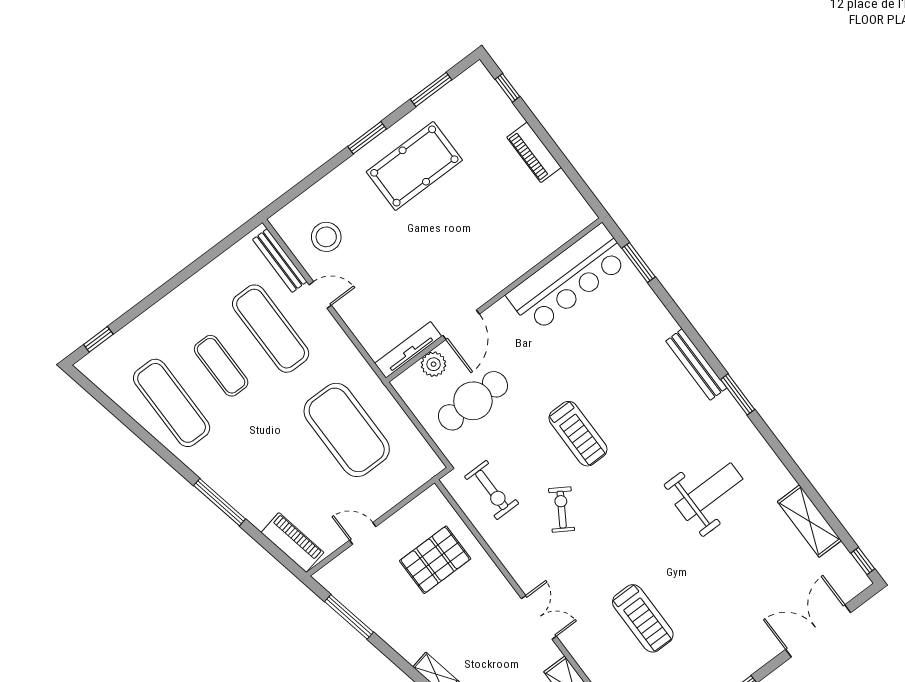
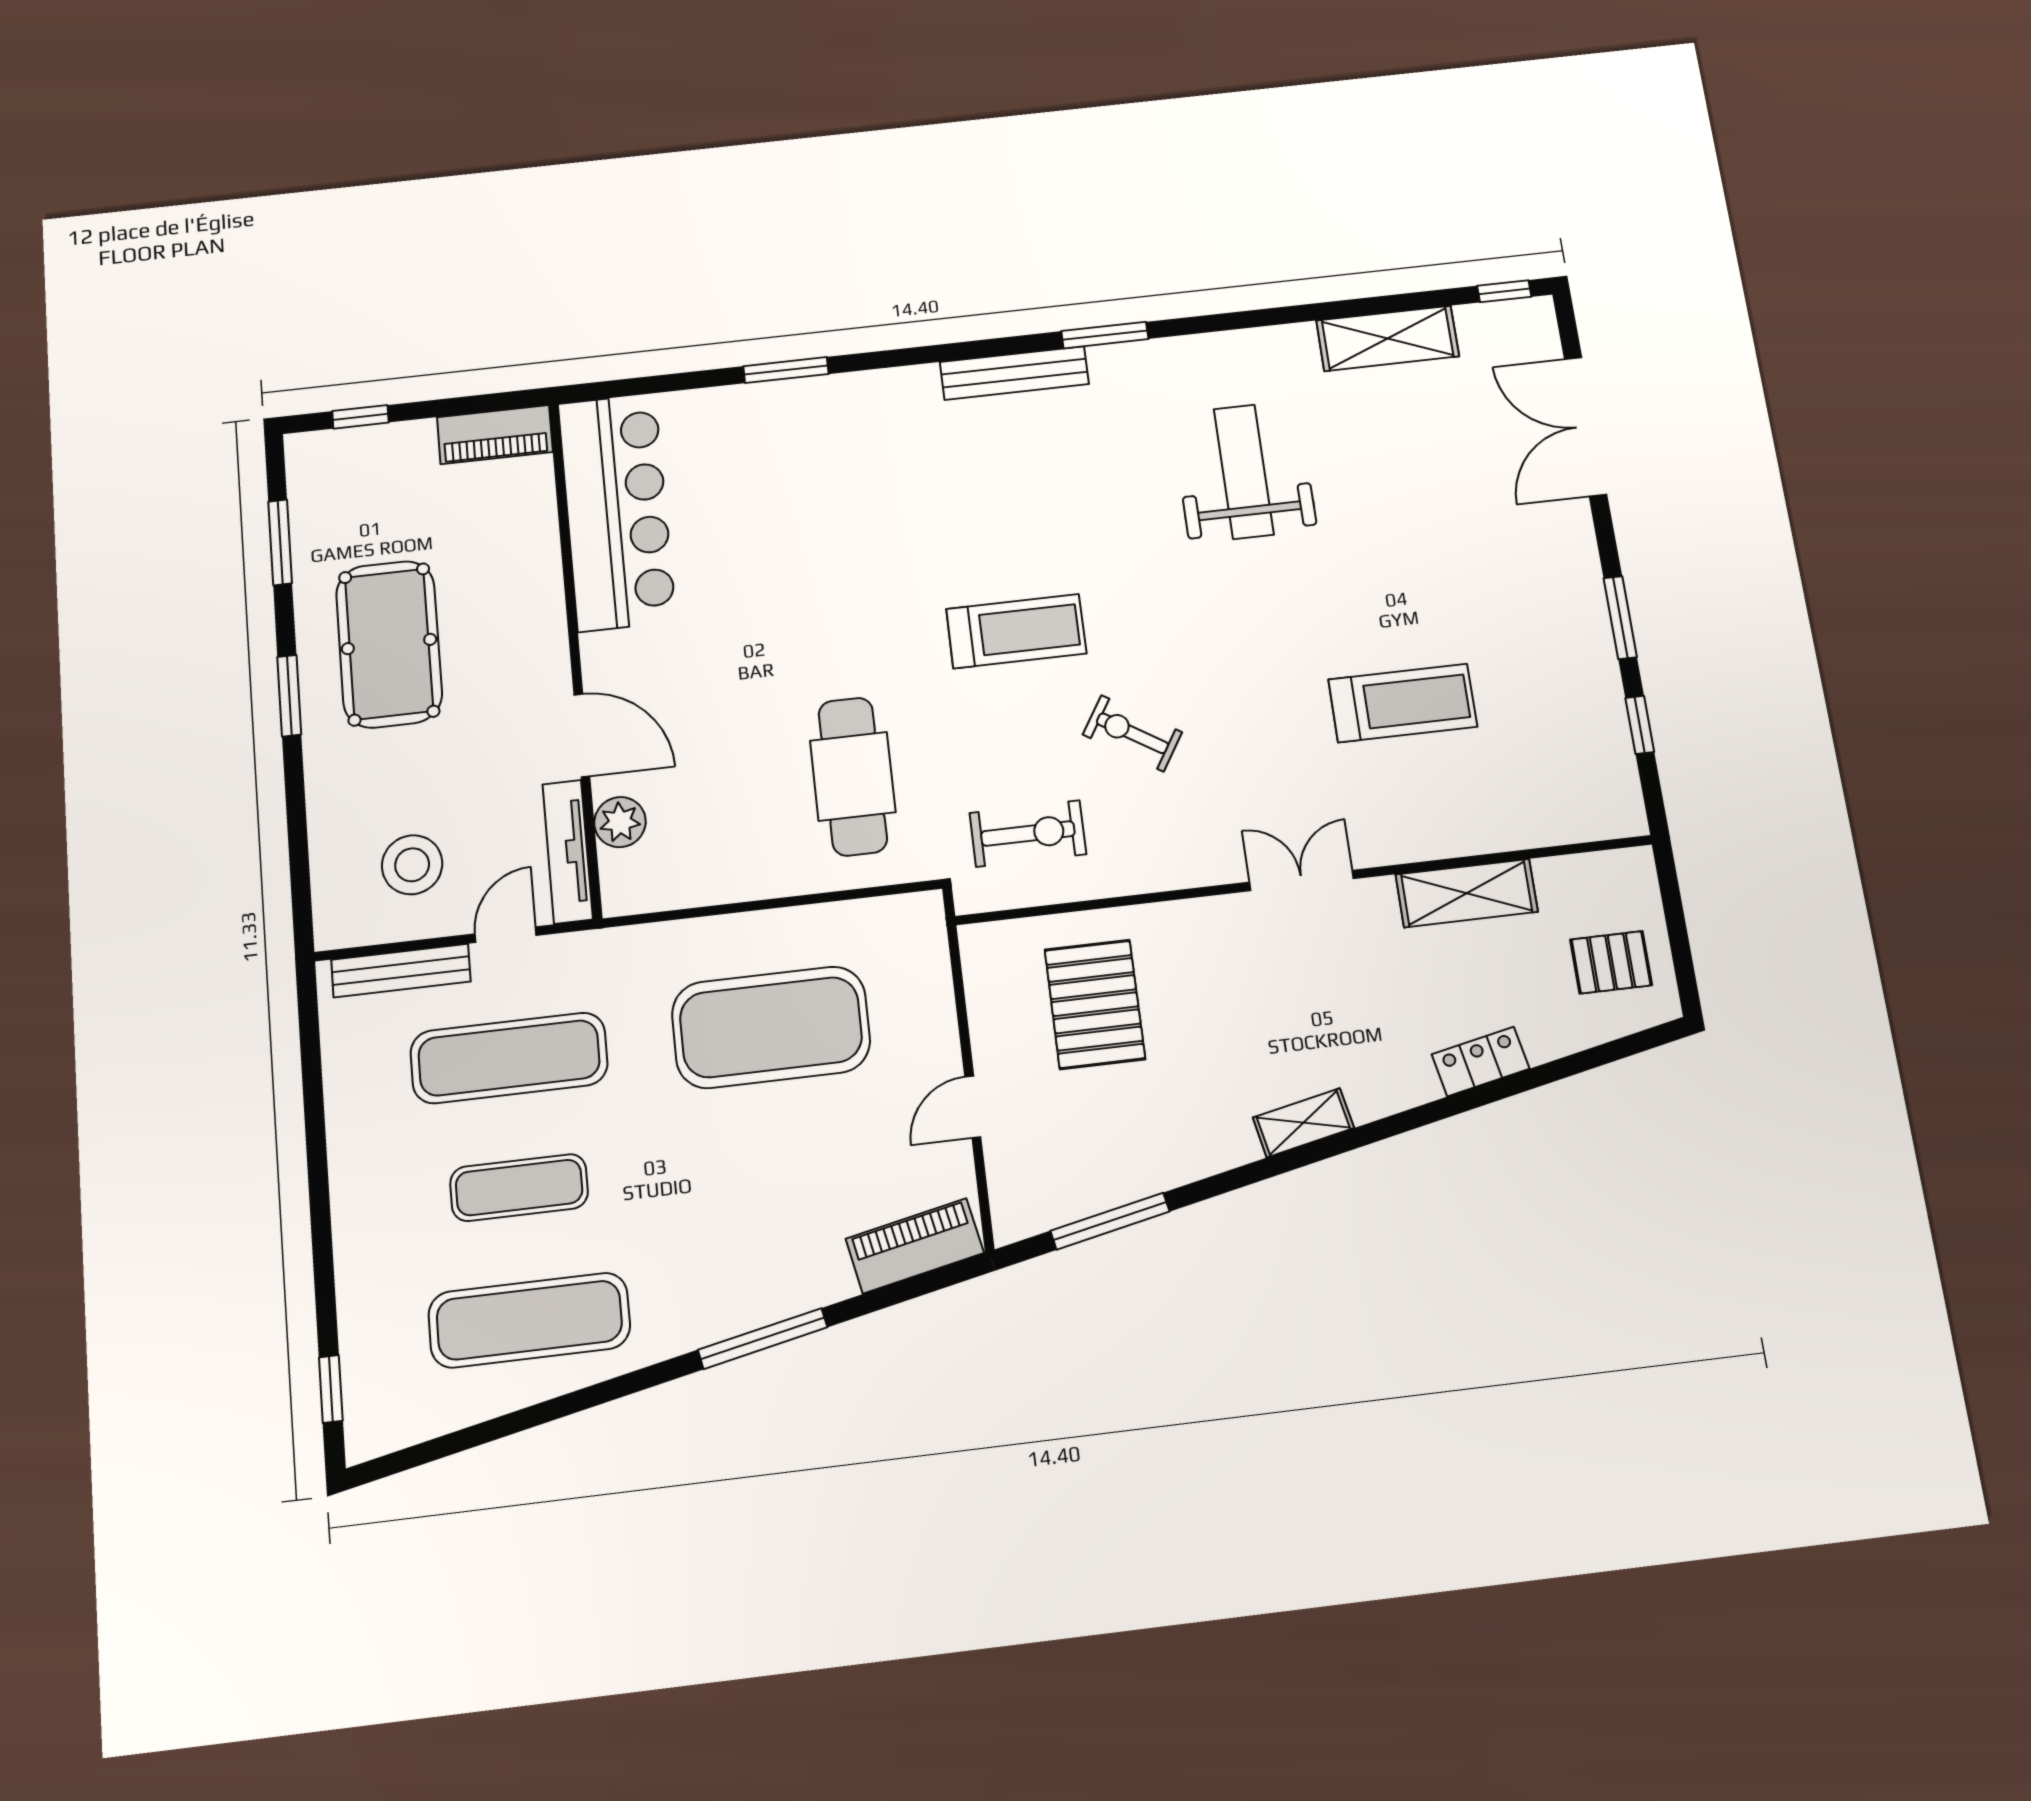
bar counter: (568, 278) -> (617, 512), moved
wall: (494, 300) -> (575, 656), moved
door: (461, 325) -> (582, 735), moved
tv unit: (408, 350) -> (568, 852), moved
plant: (434, 364) -> (620, 822), moved

